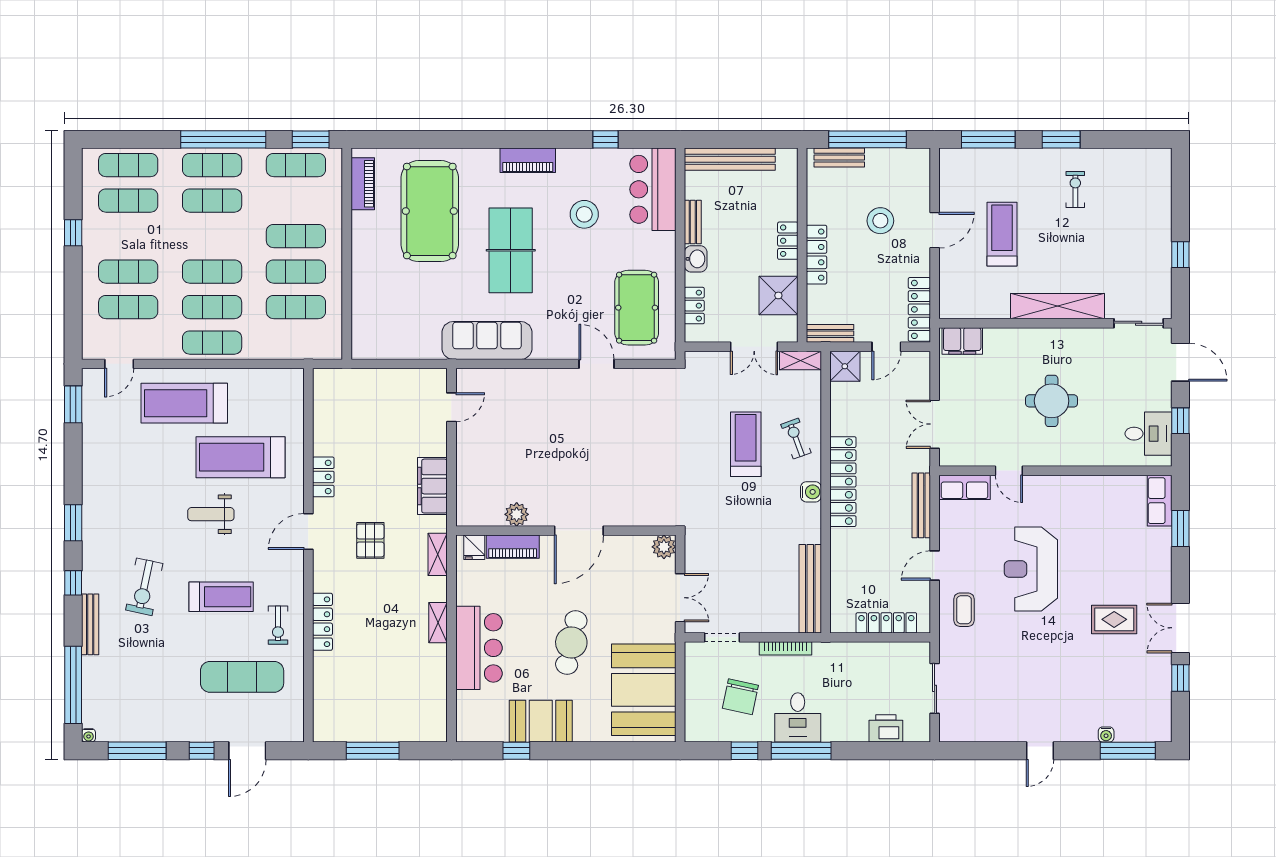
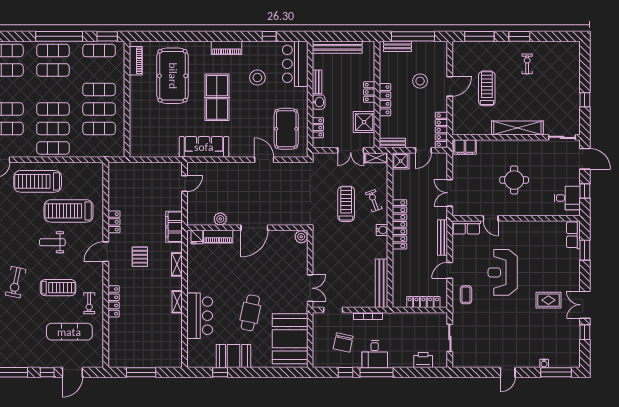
plant: (517, 514) -> (220, 219), moved
wall: (566, 531) -> (247, 228), moved
door: (579, 531) -> (254, 228), moved
fridge: (474, 547) -> (197, 237), moved
piano: (513, 547) -> (218, 237), moved
plant: (664, 547) -> (301, 237), moved

